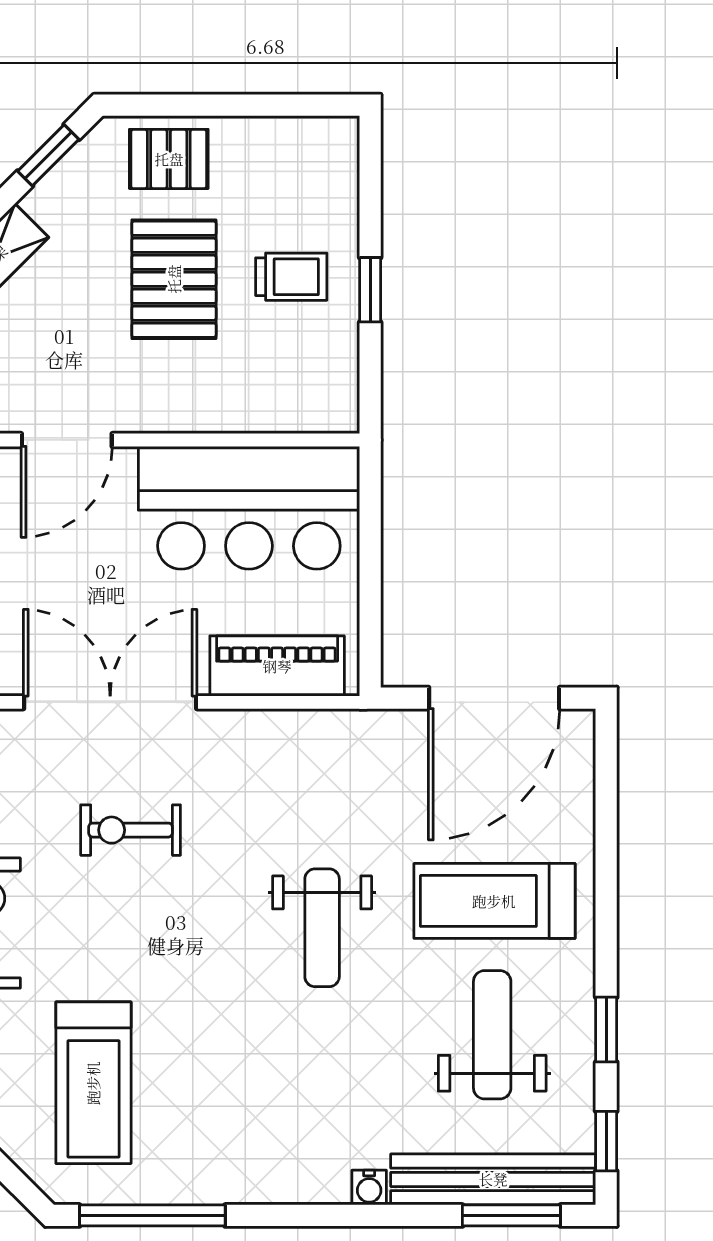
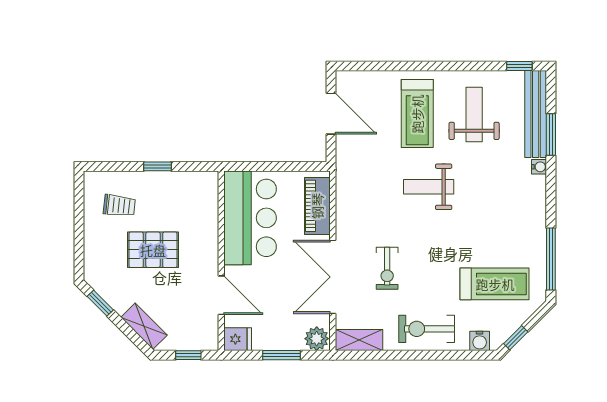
pallet: (169, 159) -> (102, 252), removed
trolley: (291, 277) -> (119, 206), moved, turned 96
door: (494, 698) -> (331, 114), width x0.73
weight bench: (322, 928) -> (429, 187), turned 180
window: (606, 1030) -> (472, 66), removed
weight bench: (492, 1035) -> (474, 114), turned 90
window: (511, 1215) -> (551, 135), moved

